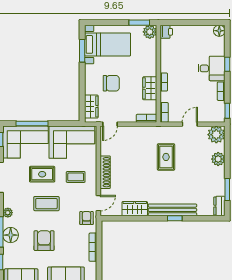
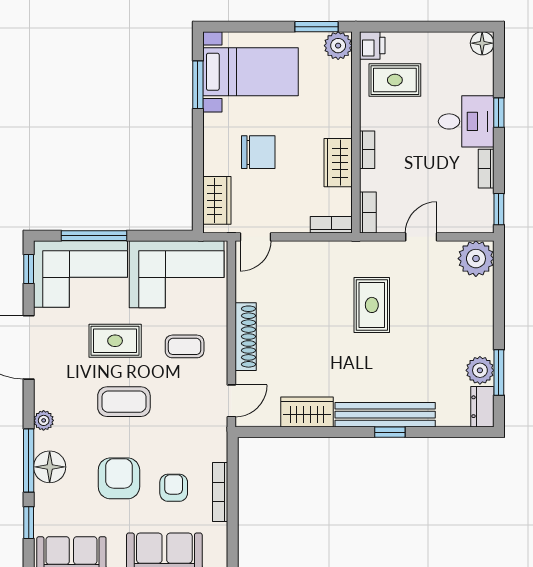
rug: (177, 48) -> (395, 80), added
plant: (218, 159) -> (480, 370), moved
armchair: (86, 218) -> (174, 488), moved

